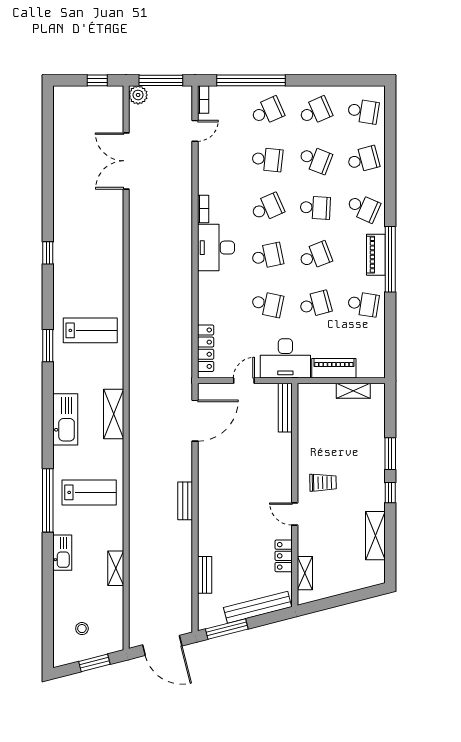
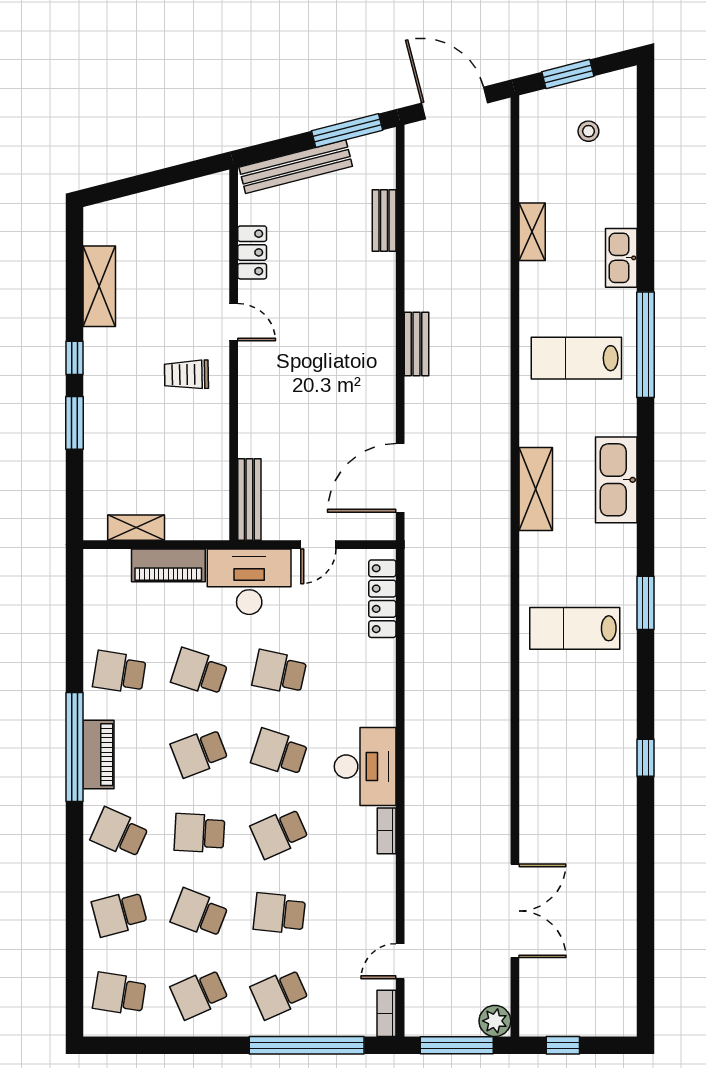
school desk: (267, 256) -> (279, 753), turned 30
school desk: (315, 304) -> (199, 672), turned 33
shelving: (305, 573) -> (217, 224), removed

